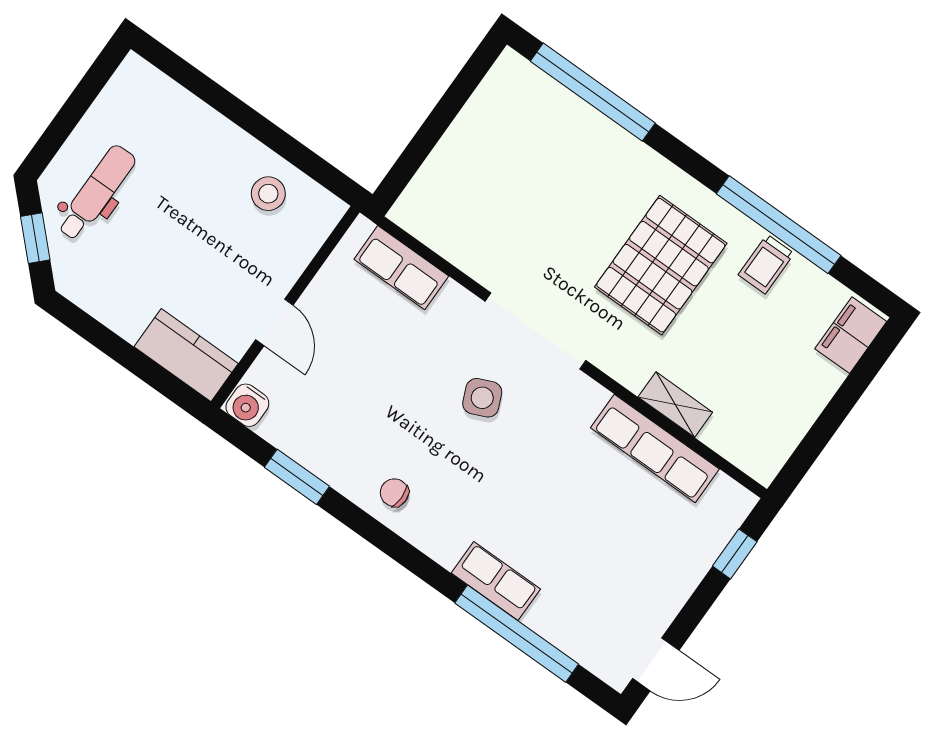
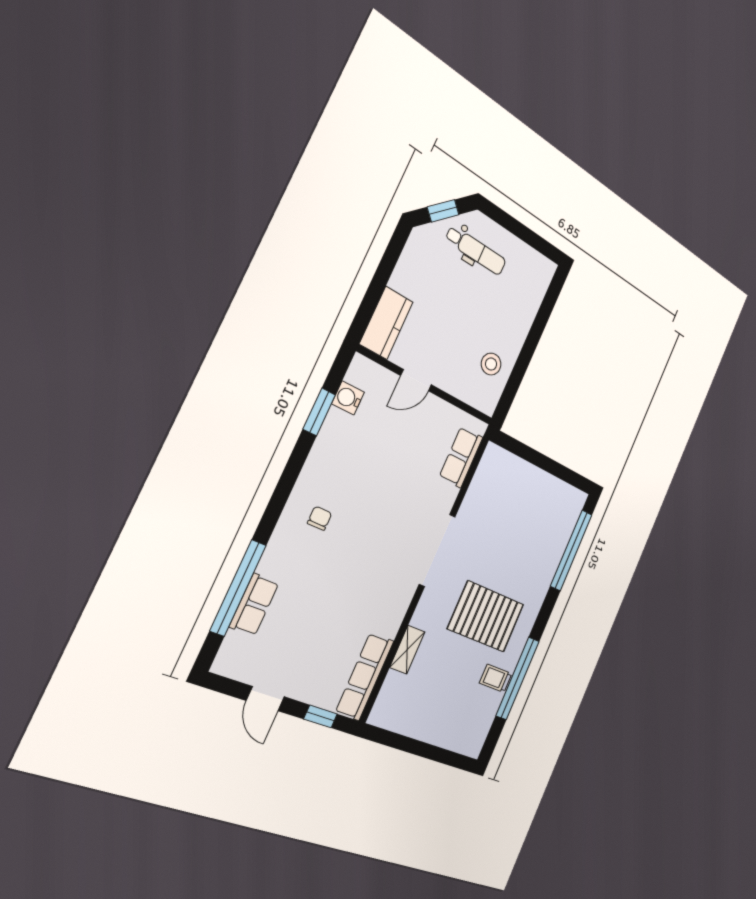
filing cabinet: (851, 335) -> (464, 741), removed
side table: (482, 398) -> (391, 526), removed
water cooler: (247, 405) -> (348, 398), moved
row of seats: (655, 448) -> (365, 677), moved
chair: (394, 493) -> (320, 518), moved
row of seats: (496, 581) -> (254, 605), moved
door: (656, 664) -> (265, 699), moved

